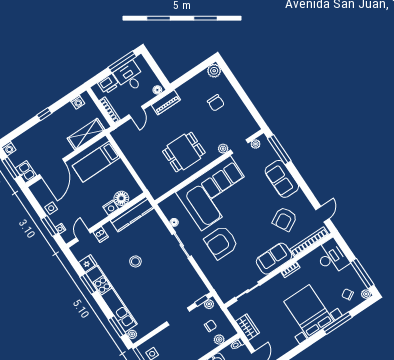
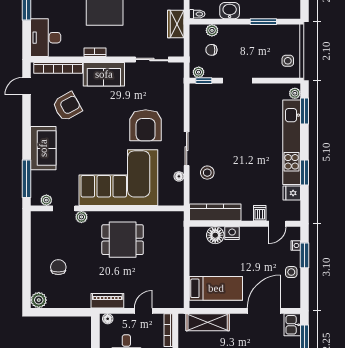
armchair: (221, 242) -> (146, 125), turned 90
stool: (135, 261) -> (207, 173), moved

